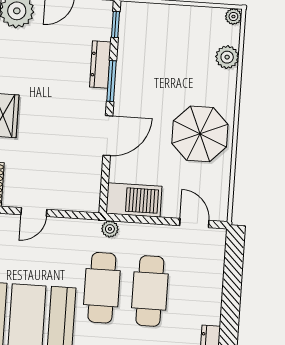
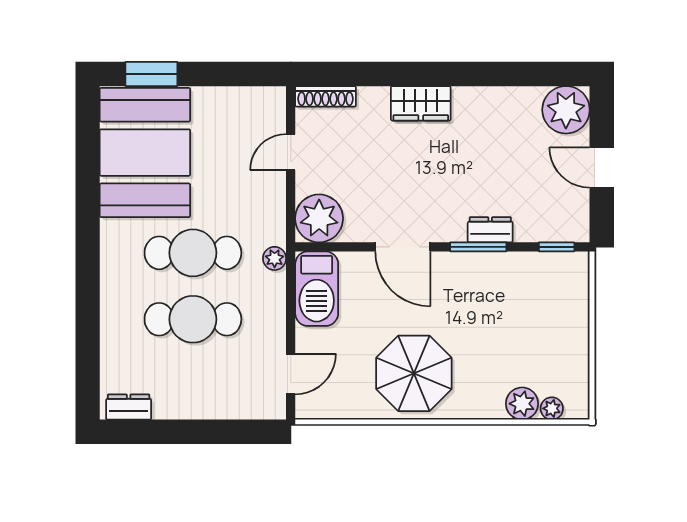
plant: (233, 17) -> (552, 408), moved
dresser: (100, 64) -> (490, 230), width x0.70
plant: (83, 195) -> (319, 218), added
door: (34, 212) -> (291, 152), hinge flipped

